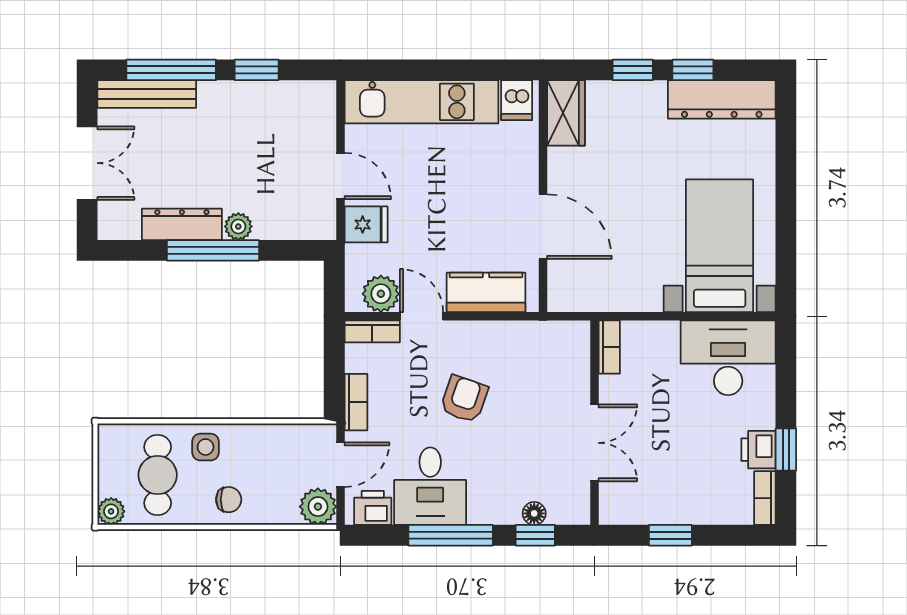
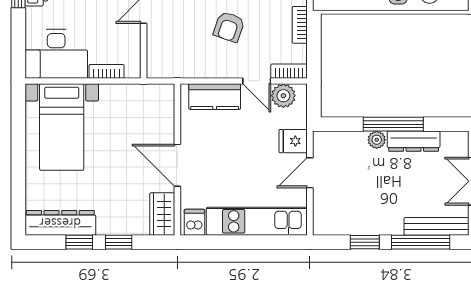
door: (340, 176) -> (310, 173), hinge flipped
door: (543, 227) -> (177, 165), moved
bookcase: (609, 347) -> (107, 71), moved, turned 90

